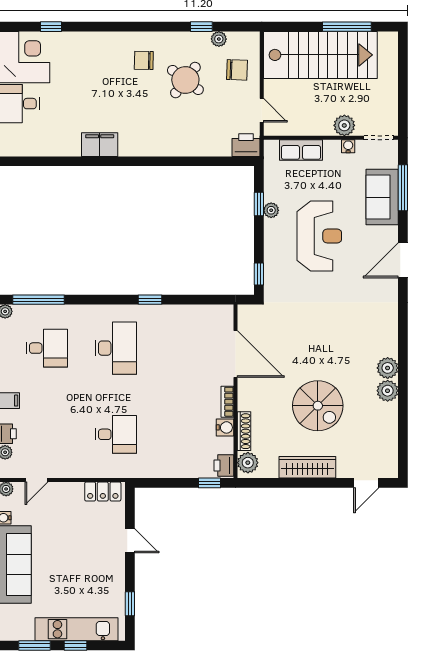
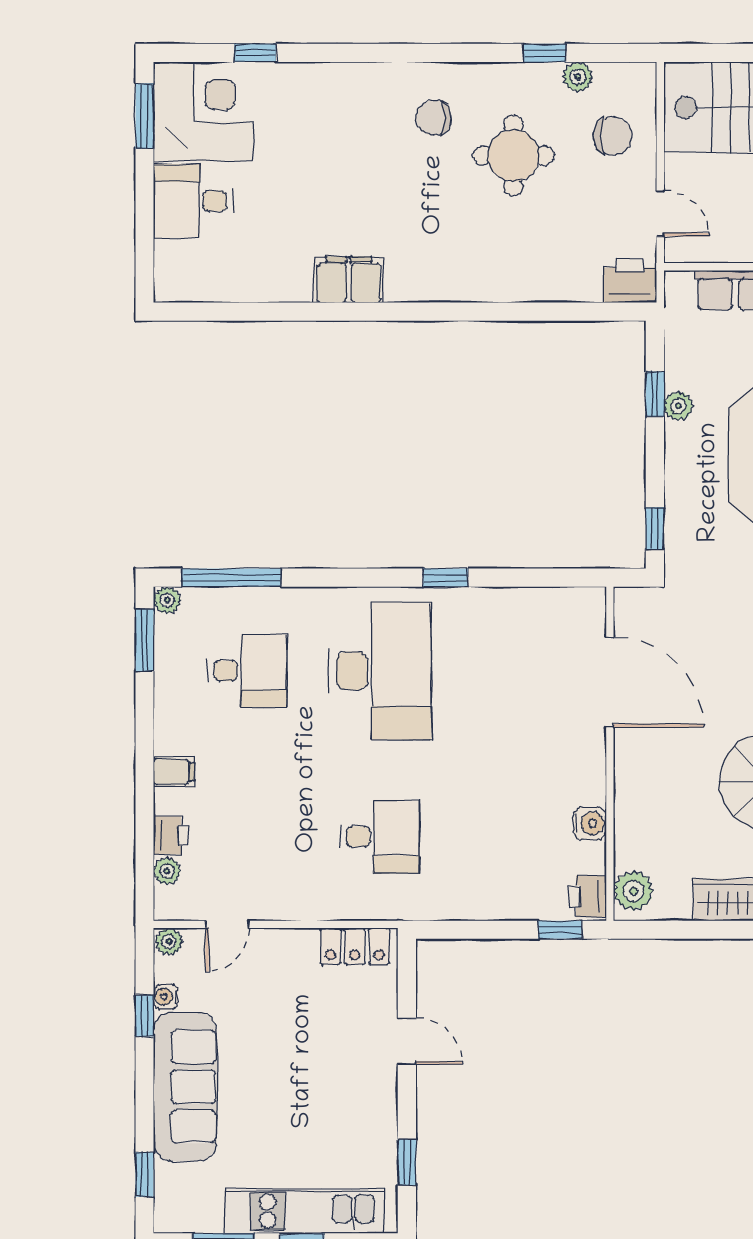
round table: (185, 80) -> (514, 156), turned -37
desk: (116, 348) -> (380, 671), width x1.36, depth x1.30
bookcase: (227, 402) -> (594, 774), removed
shoe rack: (244, 431) -> (626, 830), removed

